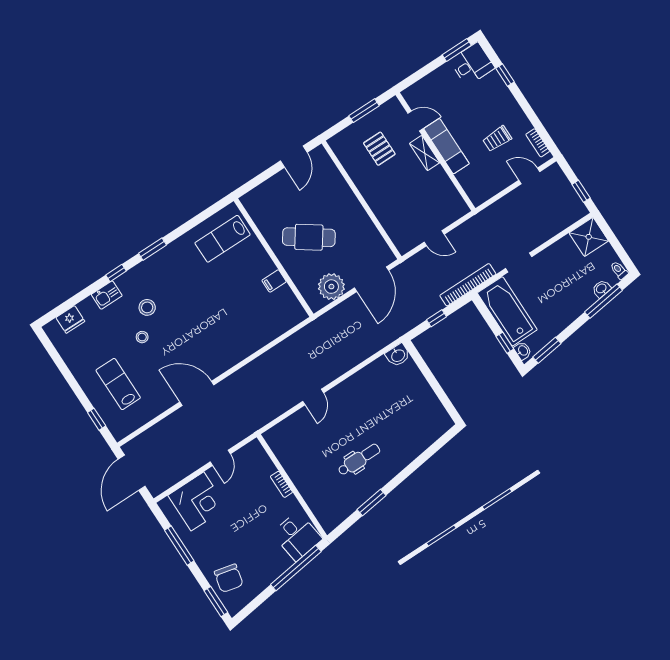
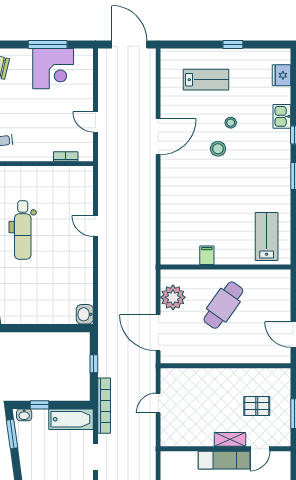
stool: (147, 307) -> (218, 149), moved
bathtub: (507, 311) -> (71, 419), width x0.73, depth x0.73
window: (97, 419) -> (233, 45), moved
dental chair: (359, 460) -> (23, 230), width x1.36, depth x1.38
bookcase: (281, 484) -> (66, 156), moved
corner desk: (197, 501) -> (53, 69), moved, turned -90

